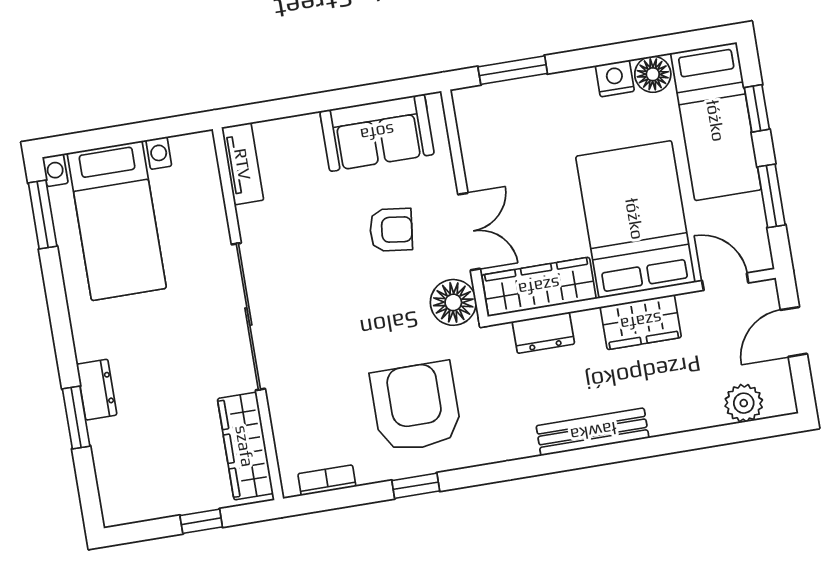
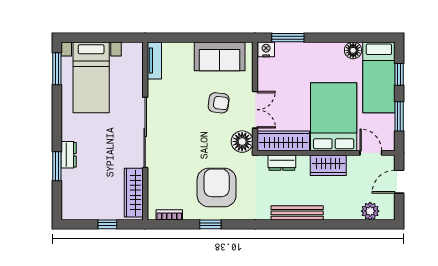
nightstand: (615, 78) -> (266, 49), moved

